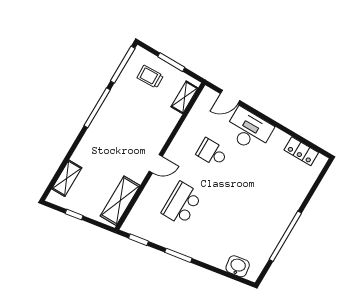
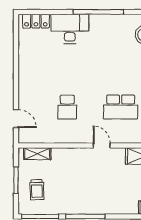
desk: (249, 130) -> (70, 29), moved, turned 90
locker: (301, 151) -> (36, 21), moved, turned 90

